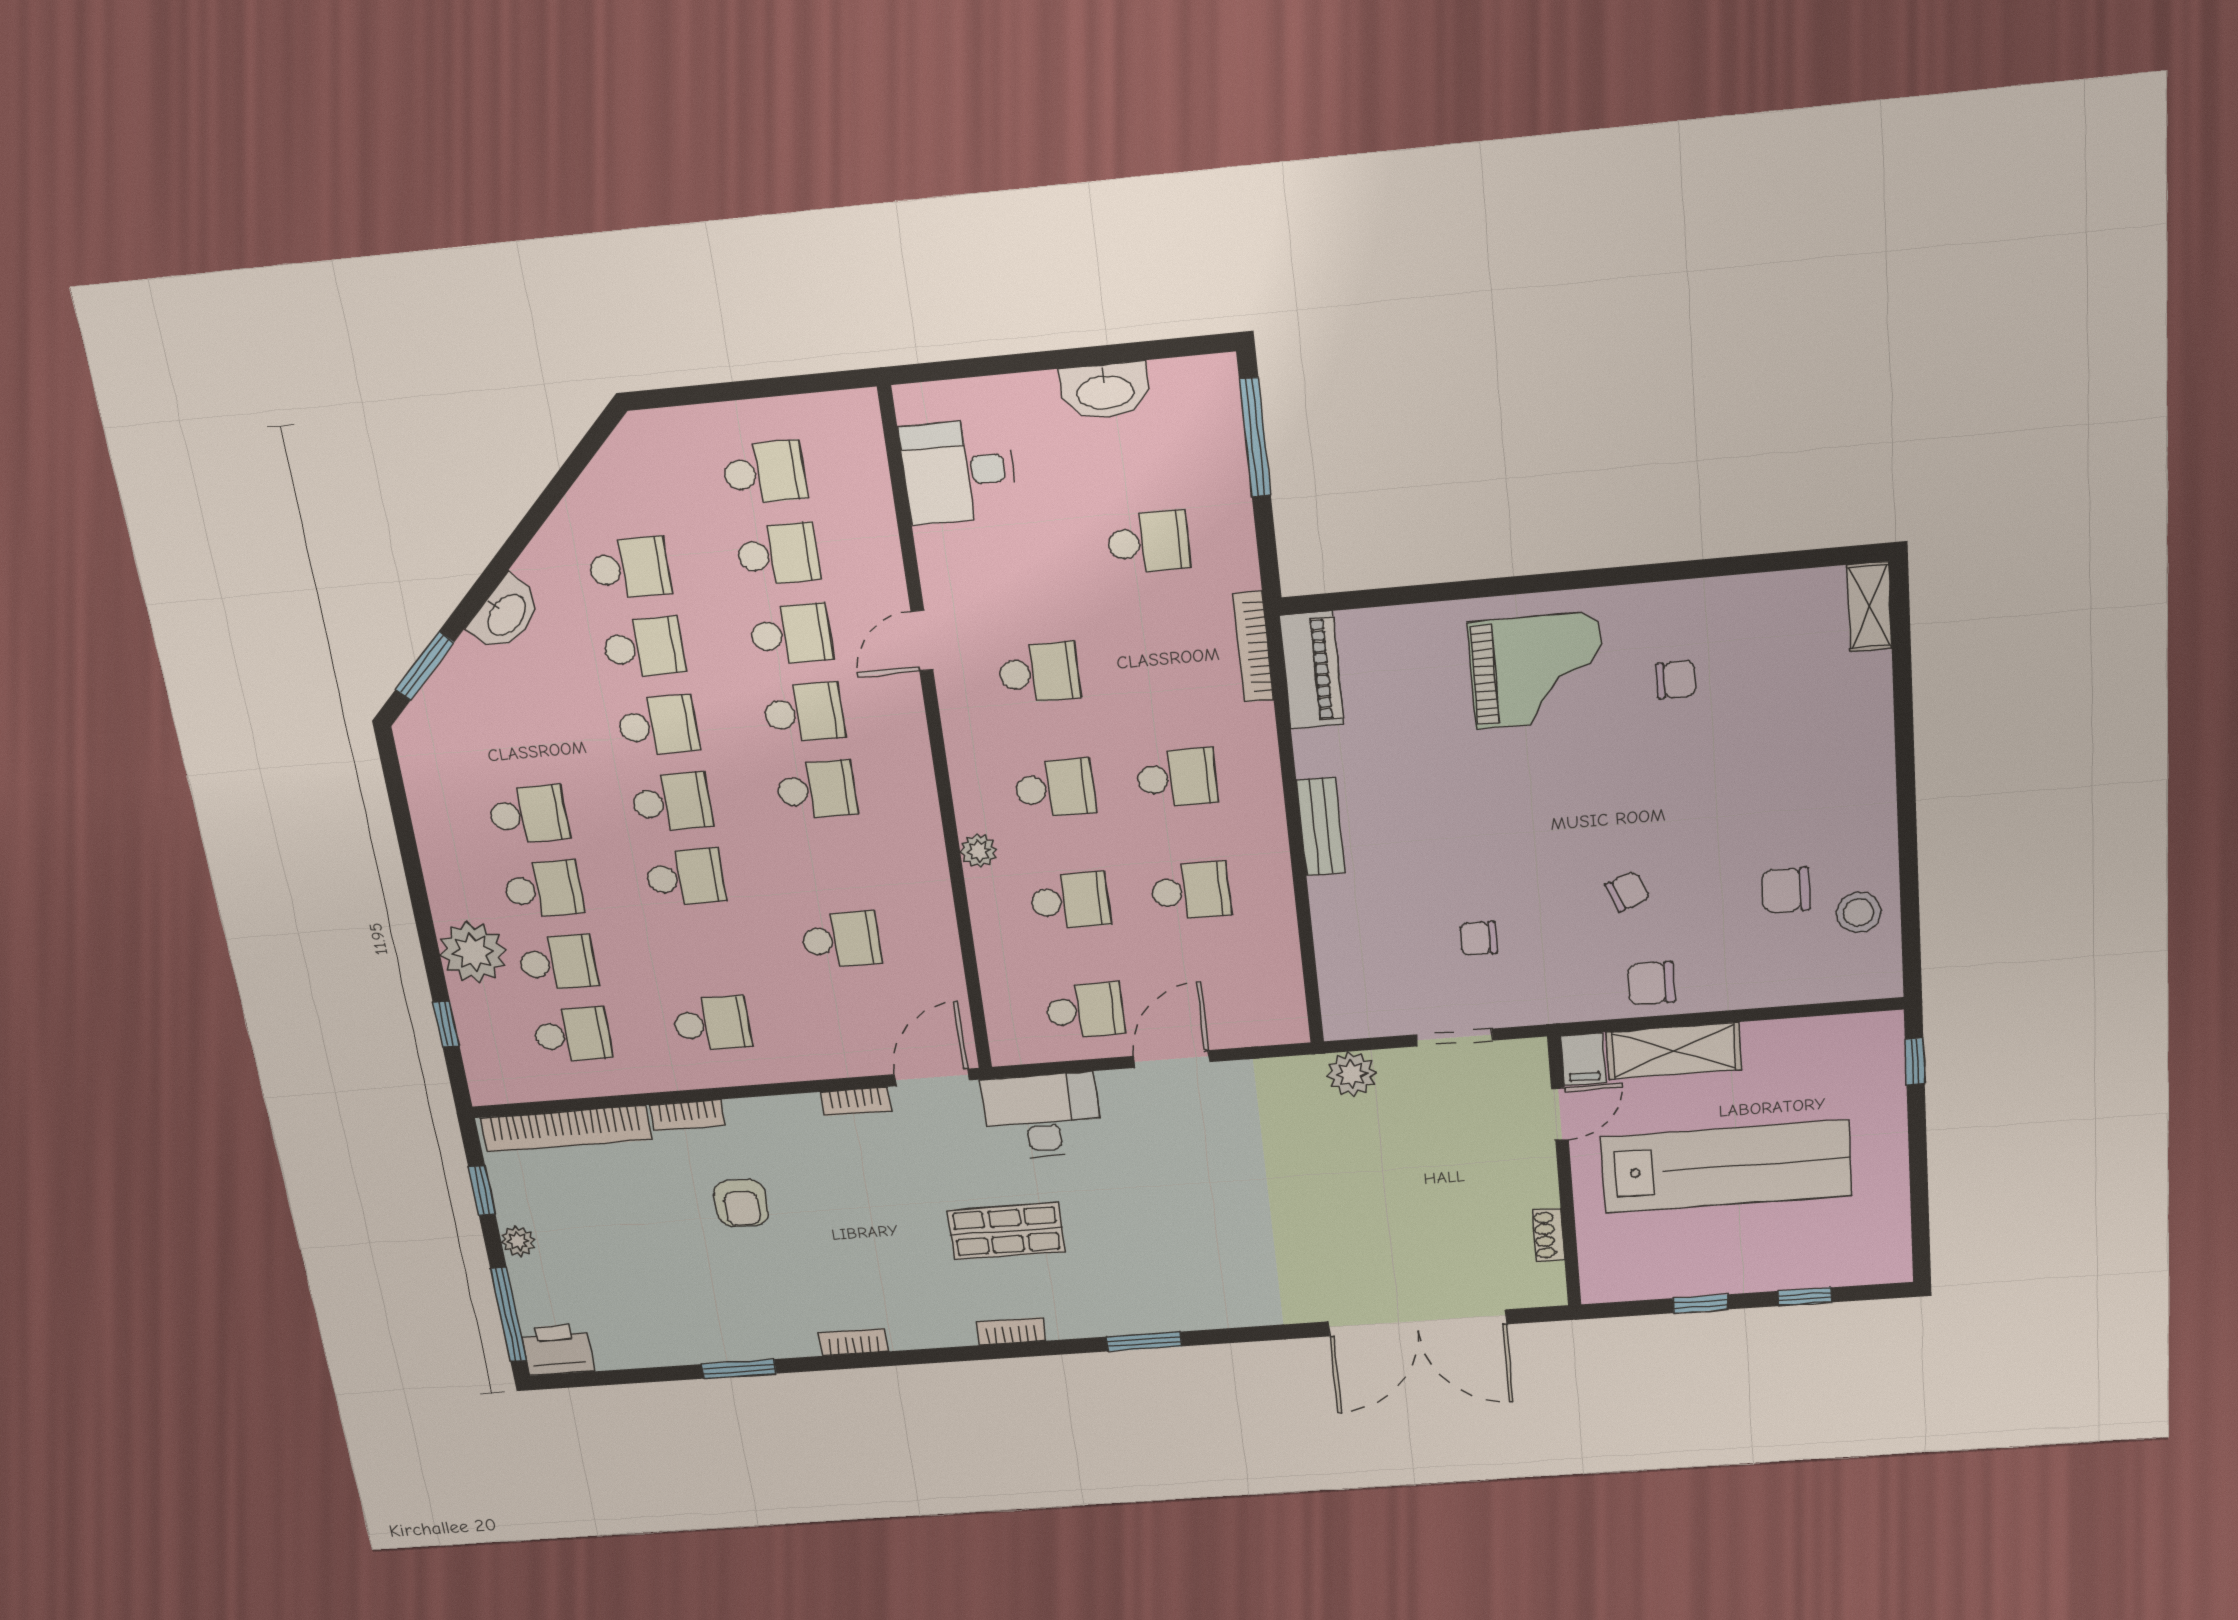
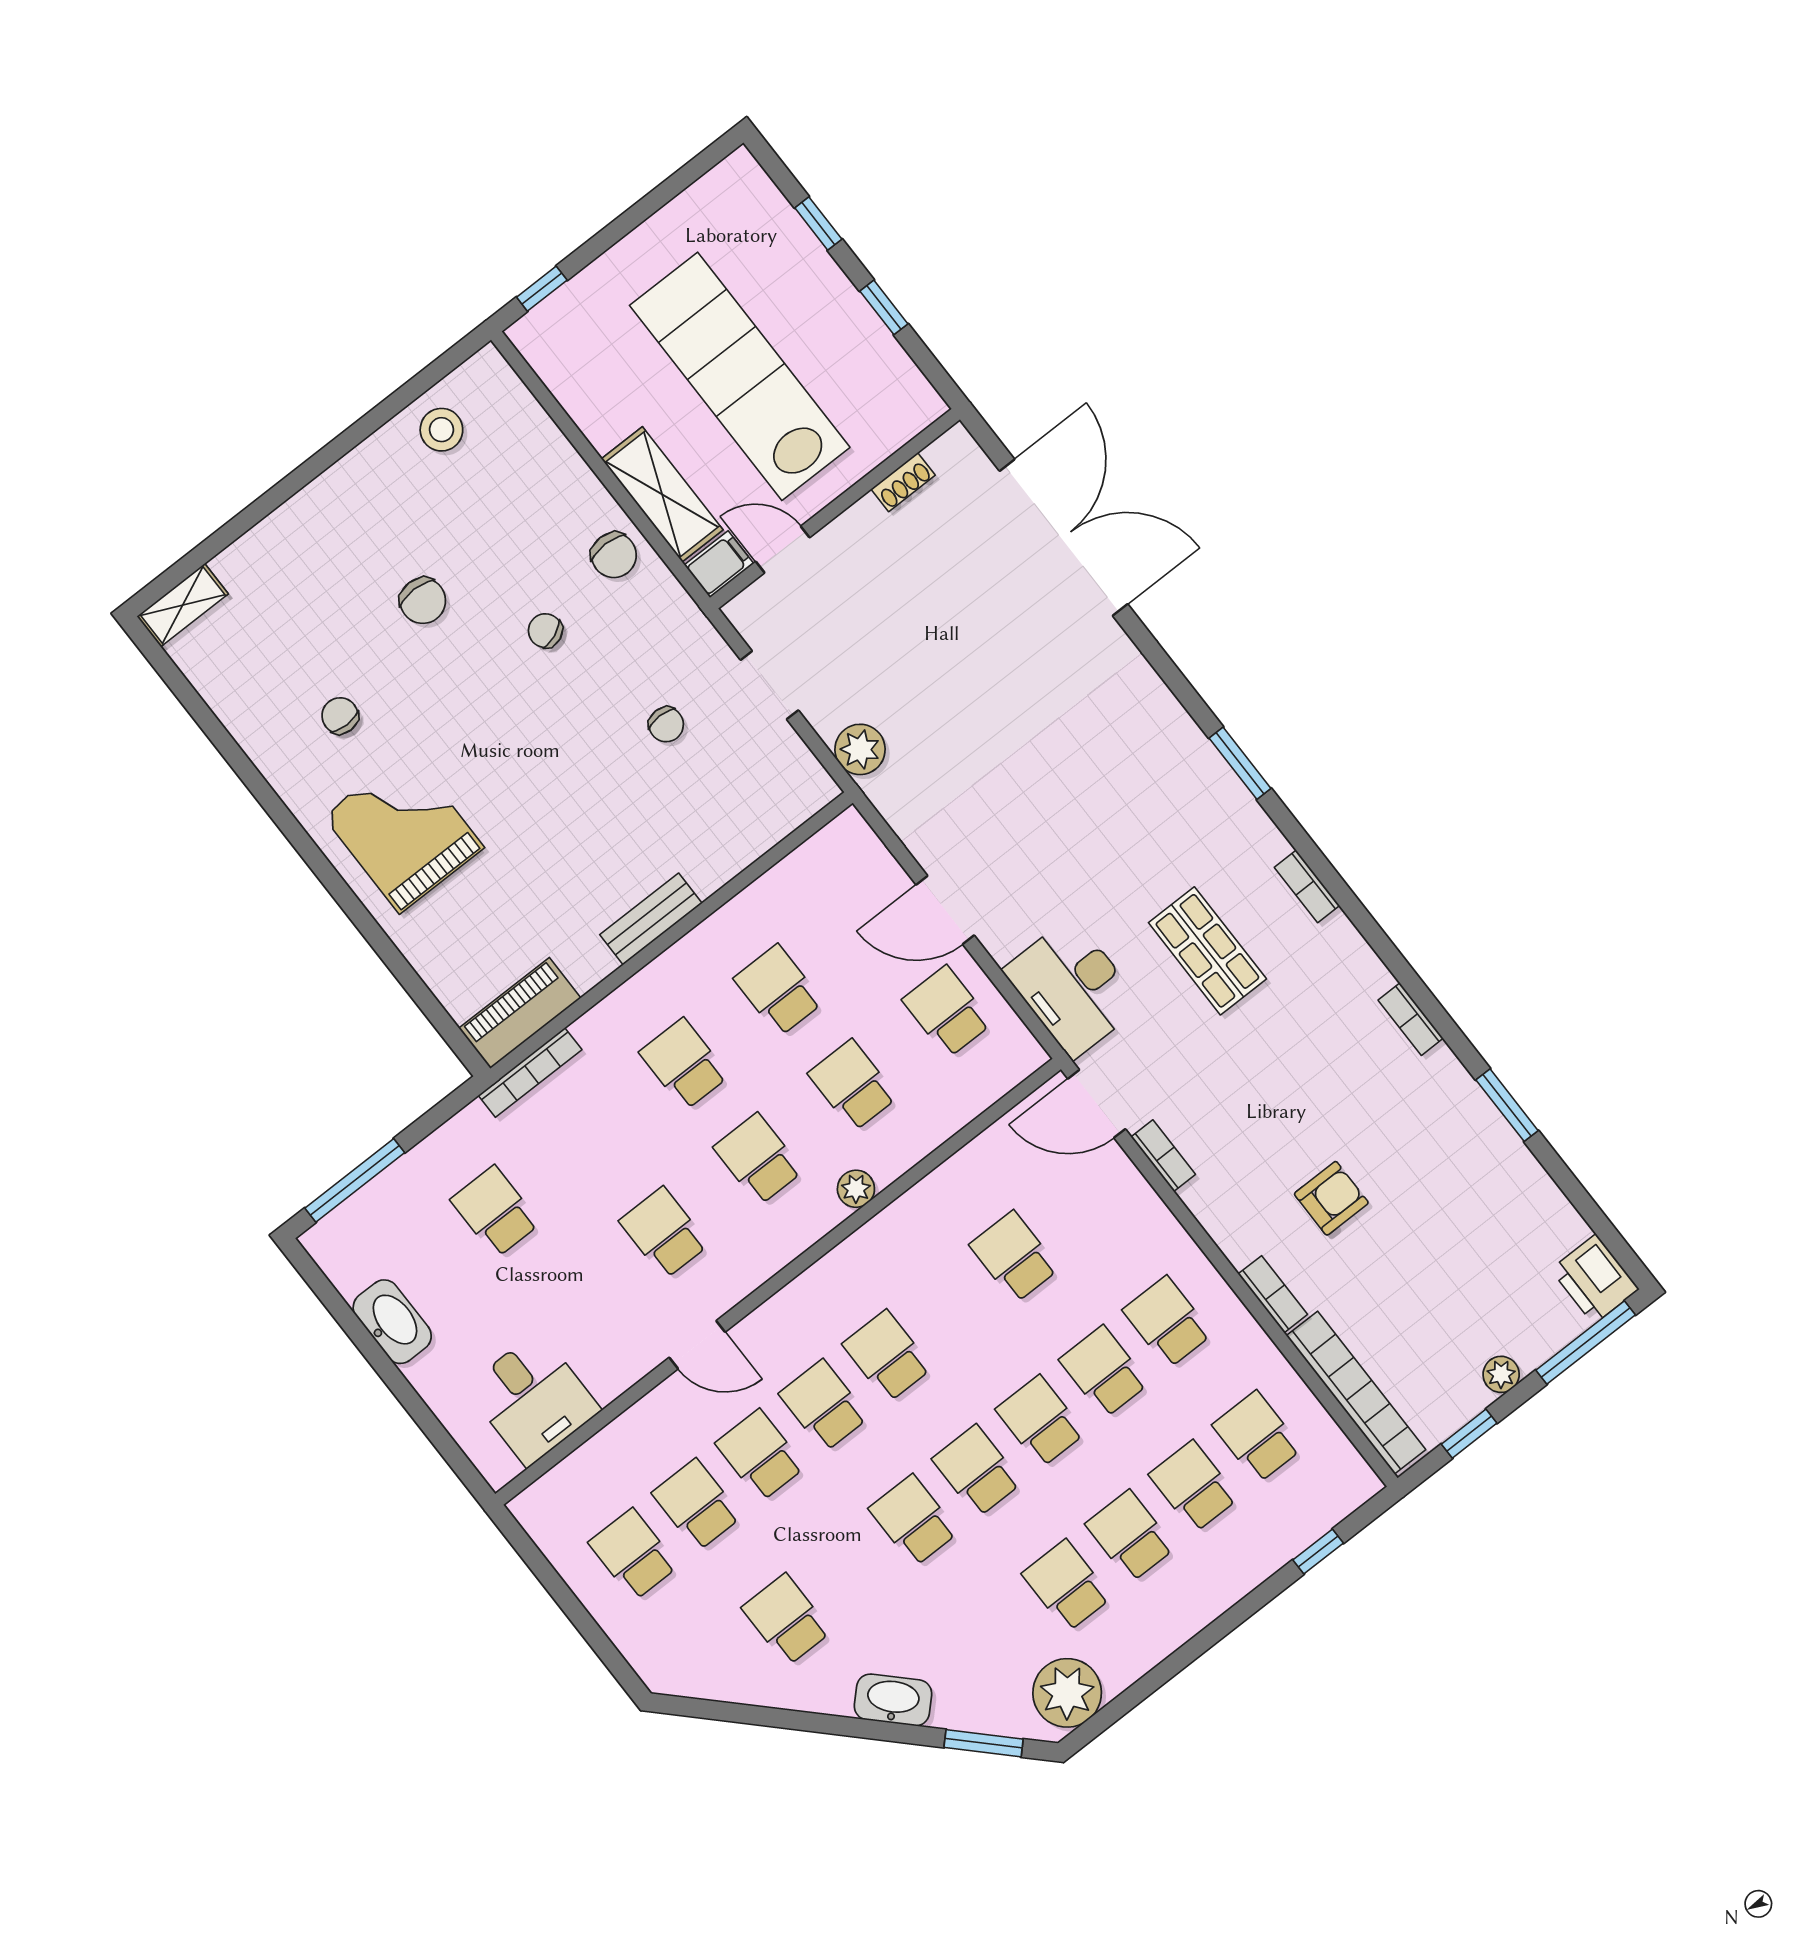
school desk: (644, 647) -> (1104, 1372), moved
chair: (1786, 890) -> (423, 601), moved
plant: (473, 952) -> (1067, 1693), moved

